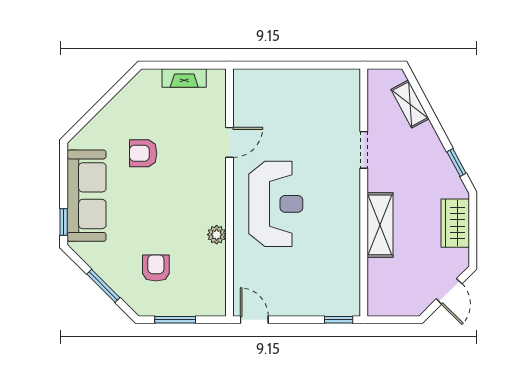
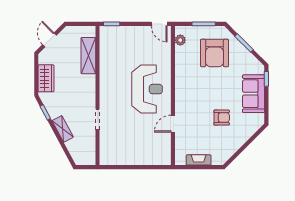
shelving: (410, 104) -> (63, 129), moved
sofa: (87, 196) -> (254, 94), width x0.73
reception desk: (276, 204) -> (147, 89), turned 180
shelving: (380, 225) -> (88, 56), moved
plant: (217, 235) -> (180, 40), moved
armchair: (156, 268) -> (214, 53), width x1.88, depth x1.88

